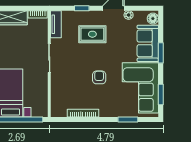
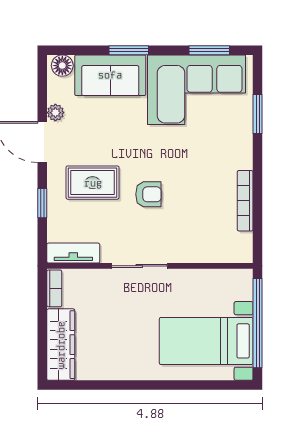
rug: (92, 34) -> (93, 183), turned 90
armchair: (99, 77) -> (148, 194), moved, turned 180

